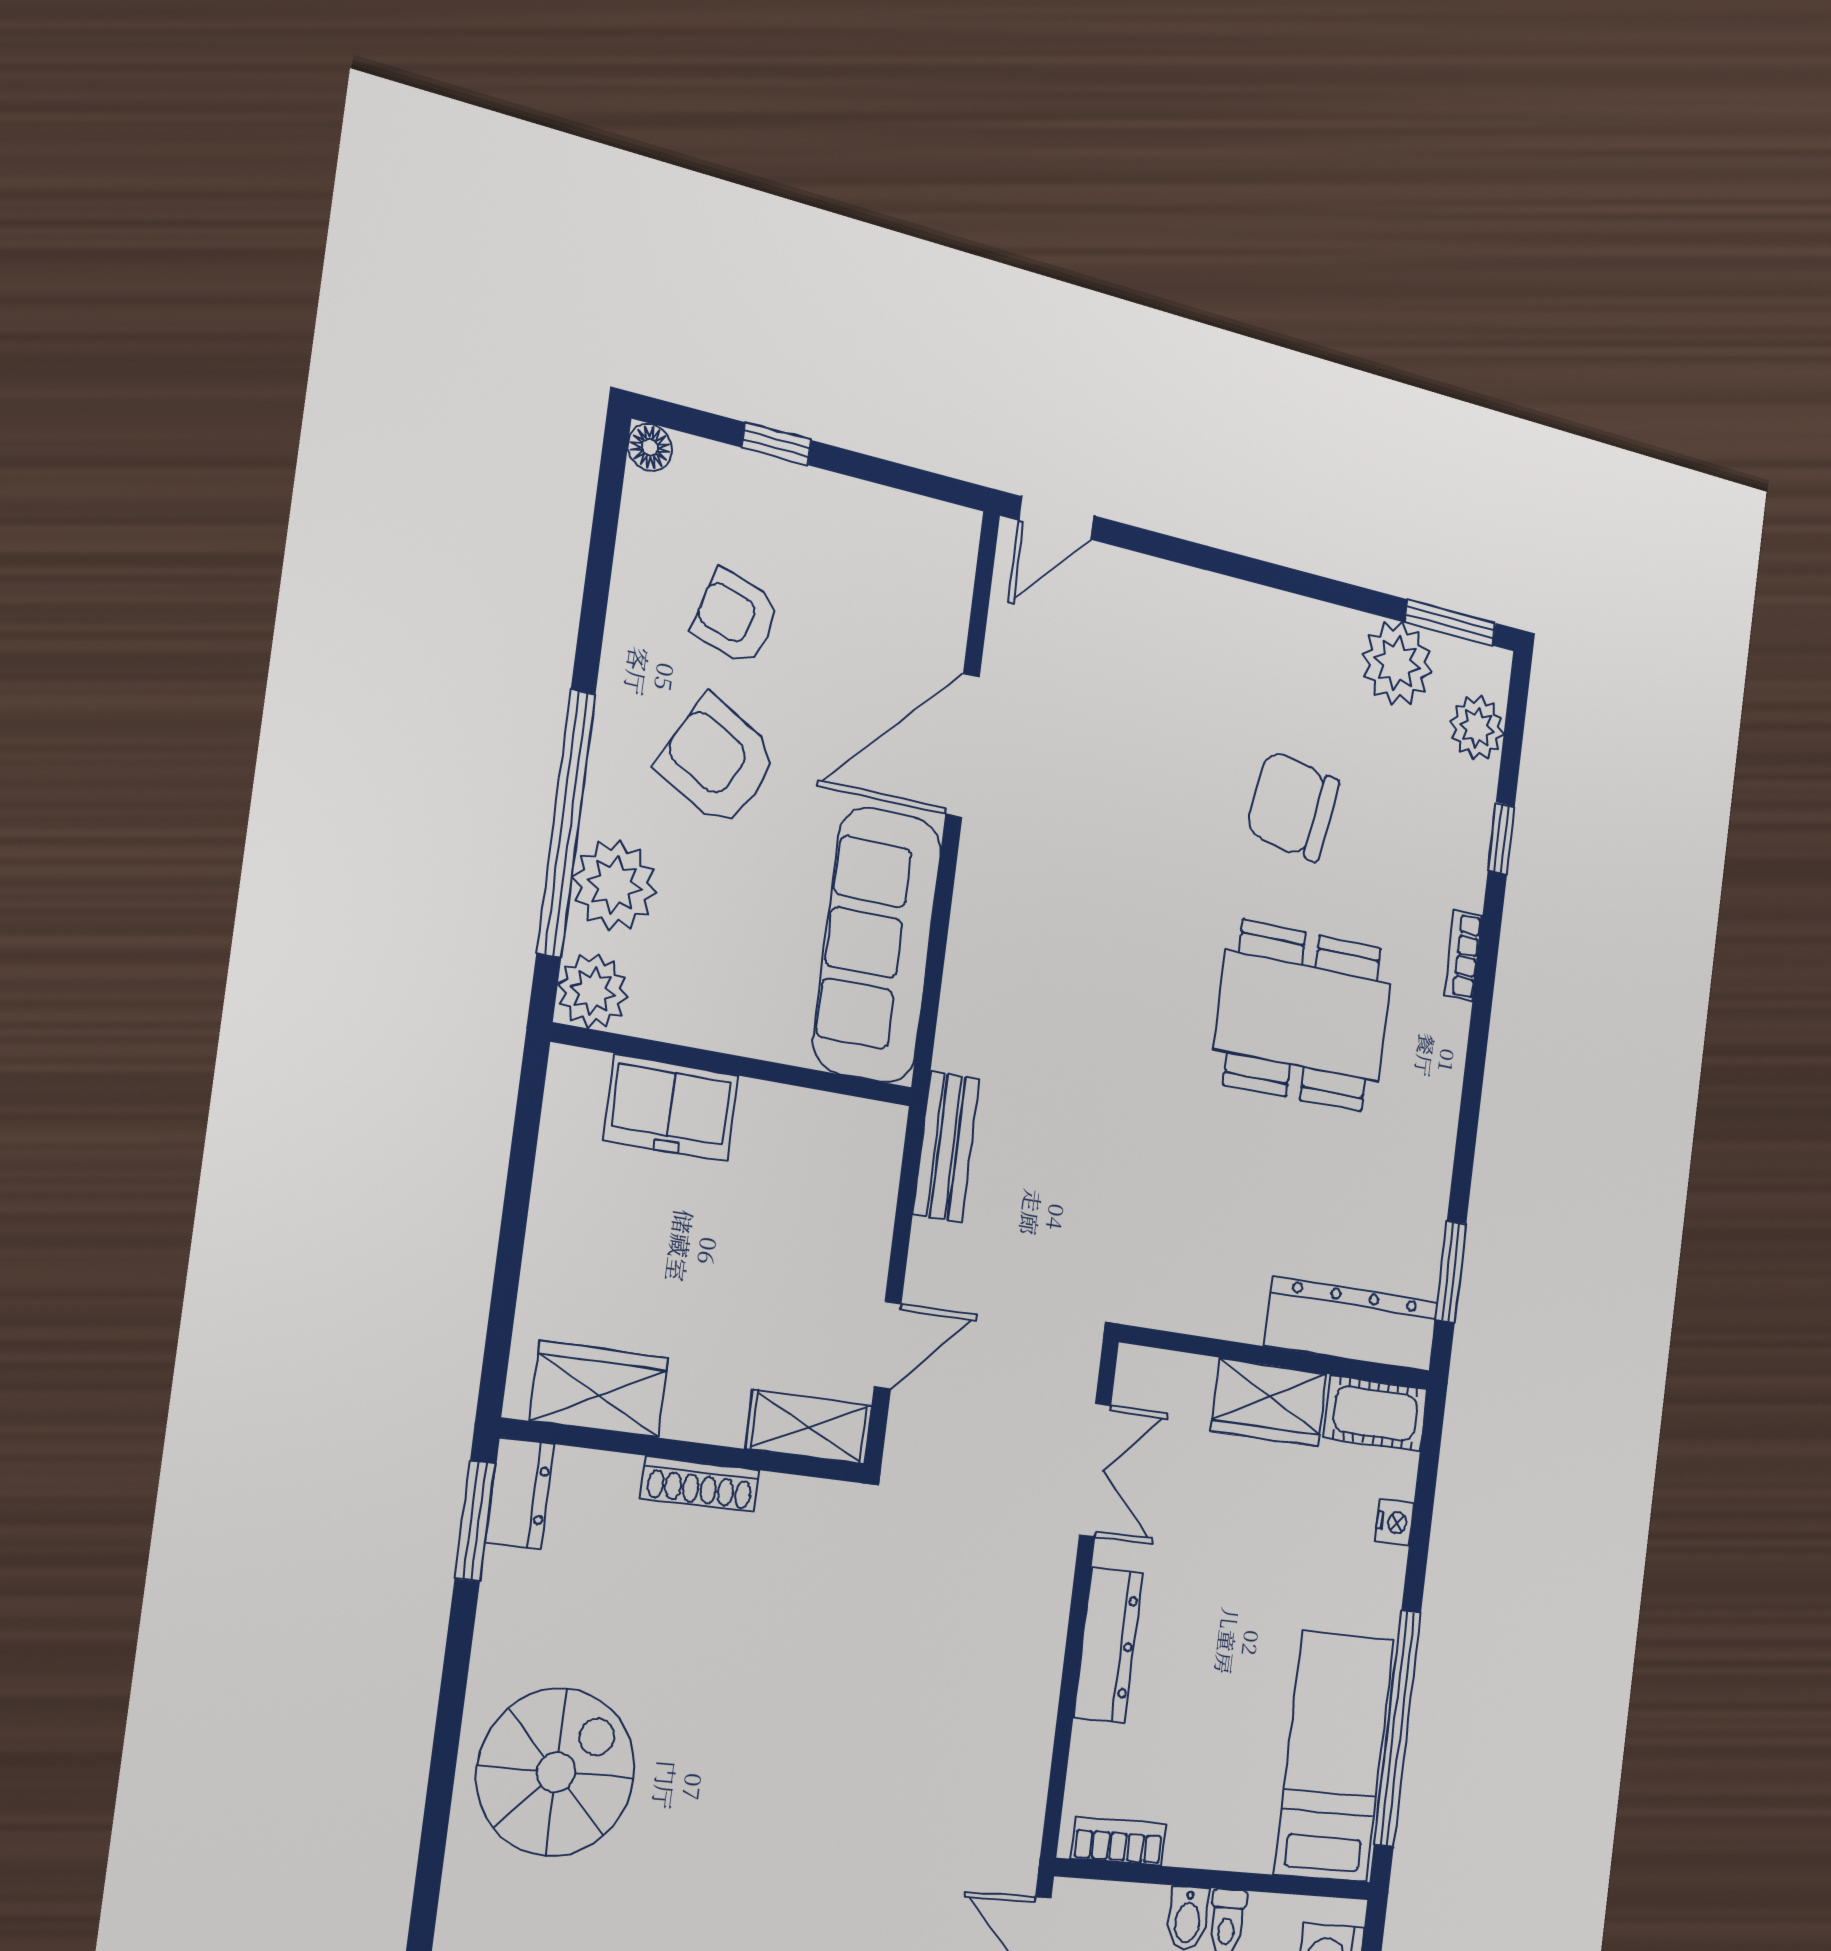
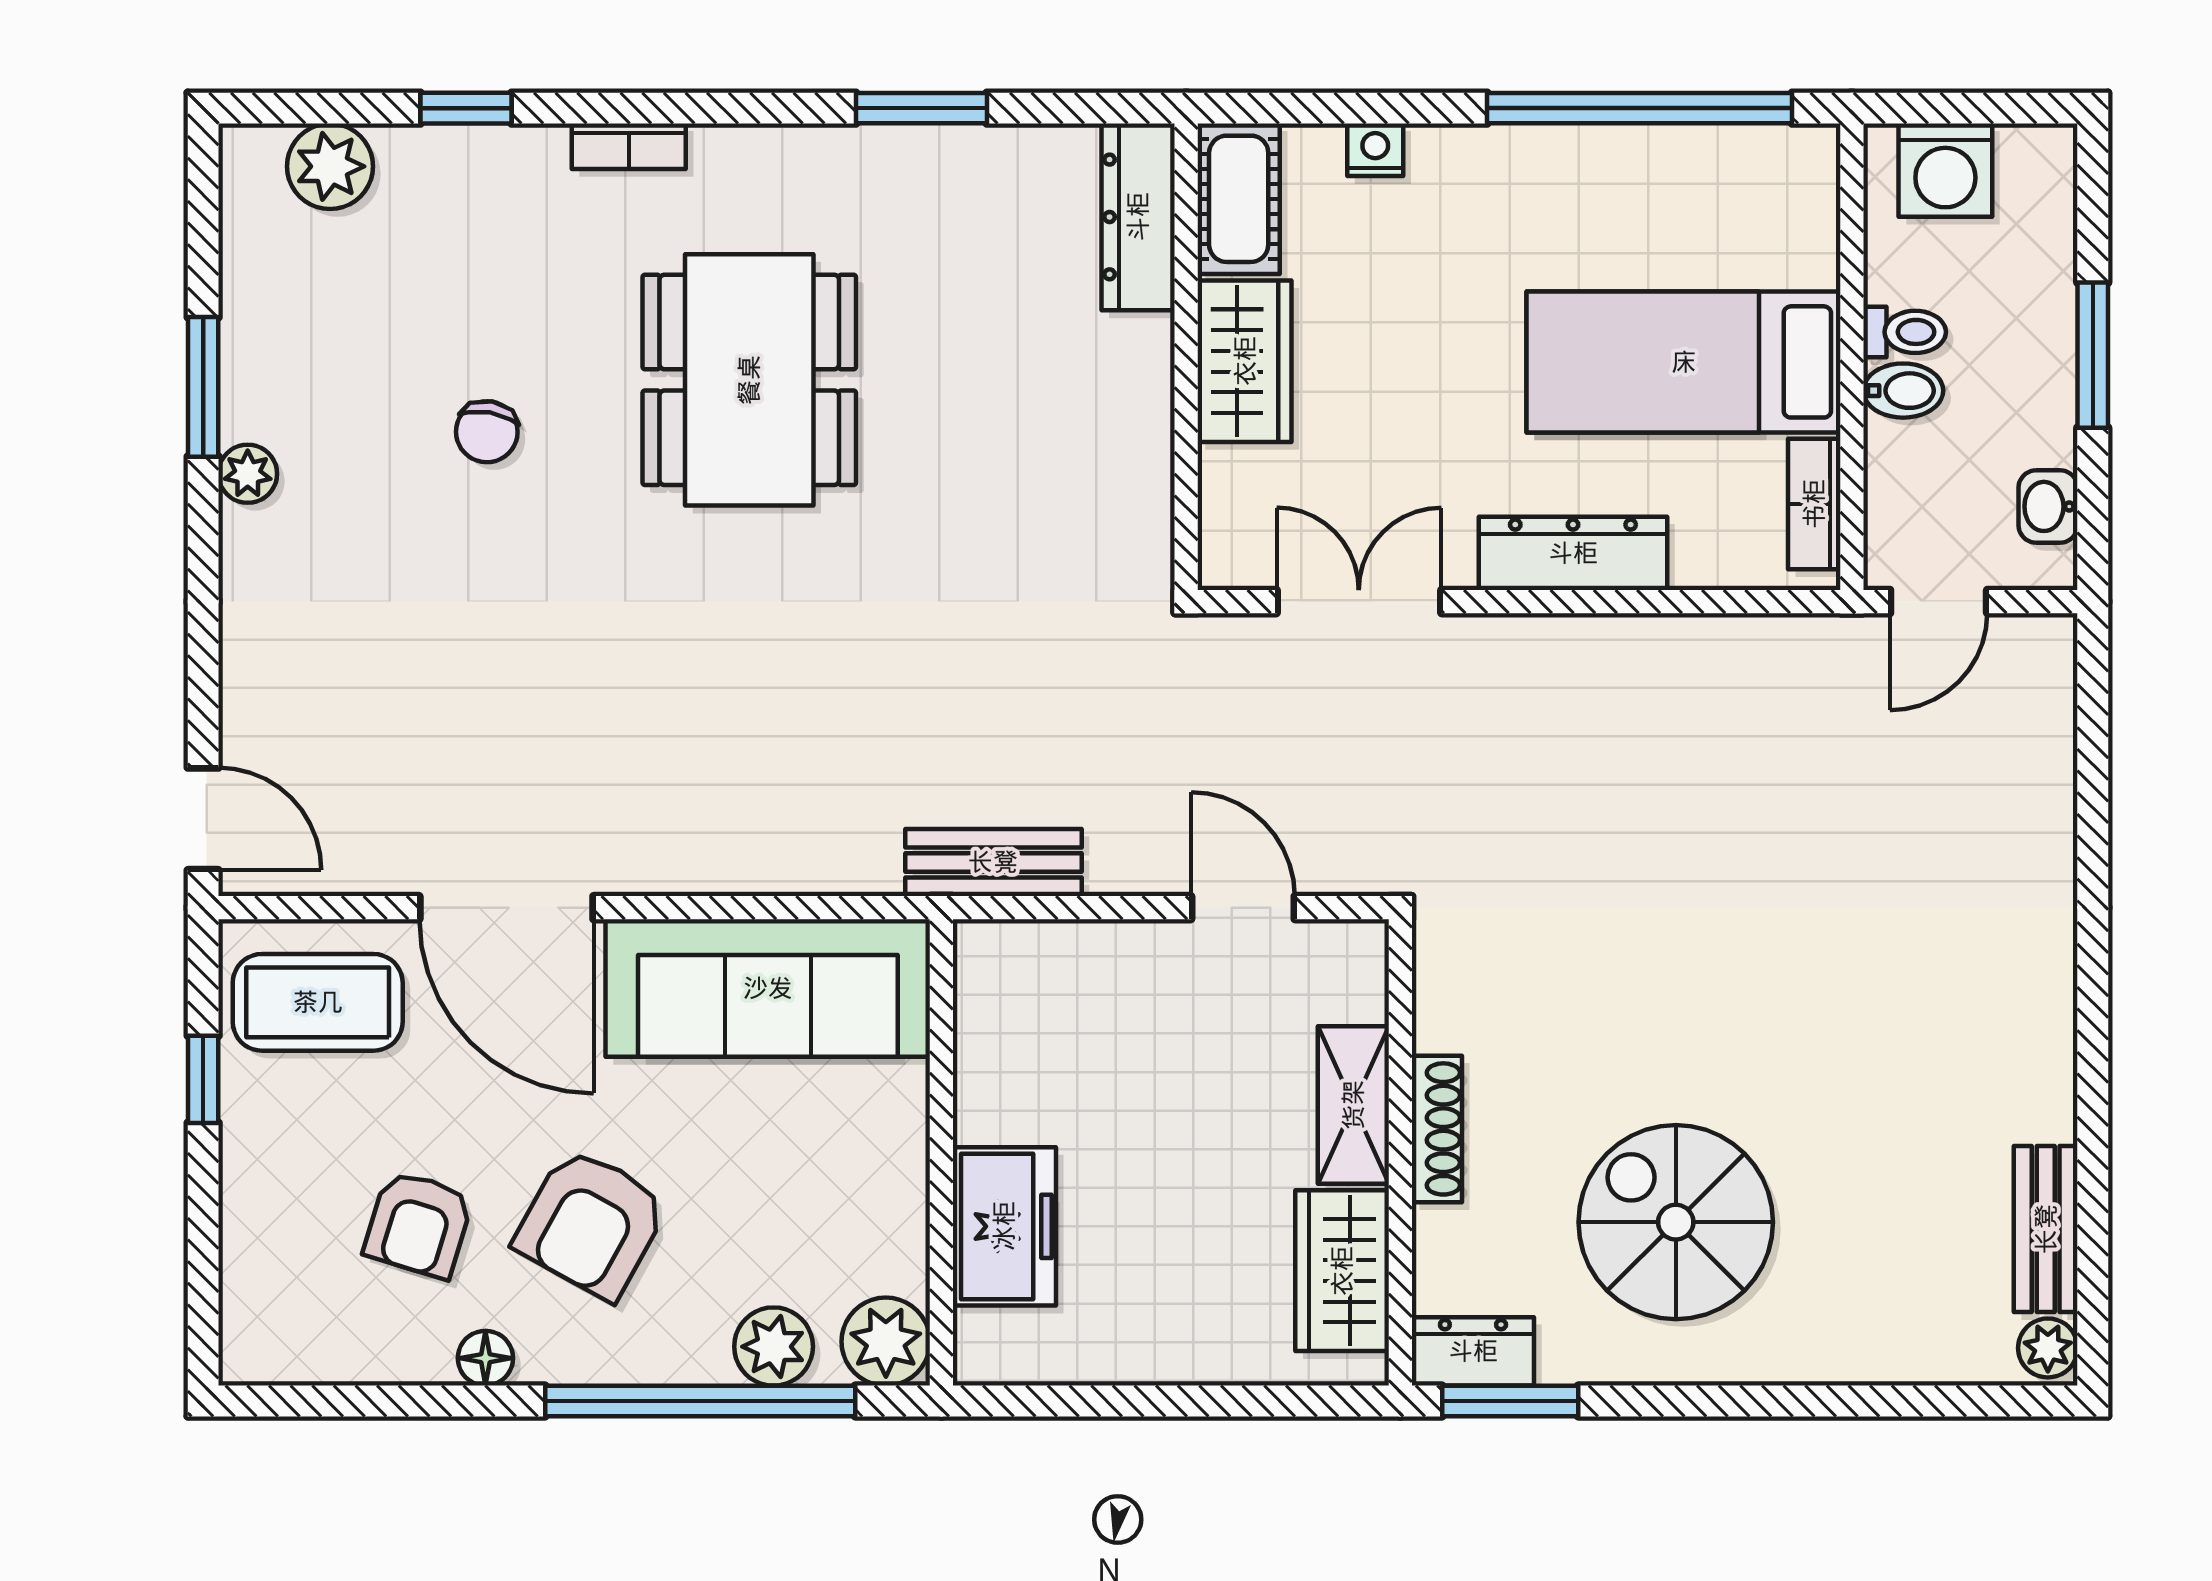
window: (776, 444) -> (203, 1079), moved
floor lamp: (650, 447) -> (485, 1358), moved
coffee table: (913, 576) -> (318, 1002), added
window: (1450, 623) -> (203, 387), moved
plant: (1397, 663) -> (248, 474), moved, width x0.53, depth x0.53
chair: (1293, 806) -> (487, 432), width x0.54, depth x0.54
plant: (614, 885) -> (774, 1347), width x0.73, depth x0.73
window: (1451, 1272) -> (921, 108), moved
dresser: (1352, 1324) -> (1138, 217), width x0.73, depth x0.80
shelving: (809, 1427) -> (1353, 1105), moved
bed: (1334, 1757) -> (1684, 362), moved
spiral stairs: (556, 1772) -> (1676, 1222), moved

